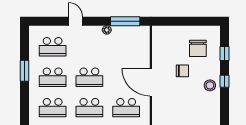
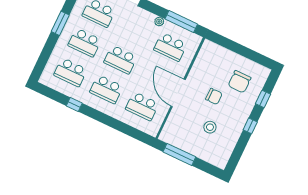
school desk: (126, 47) -> (170, 47), added
stool: (210, 85) -> (210, 127), moved

